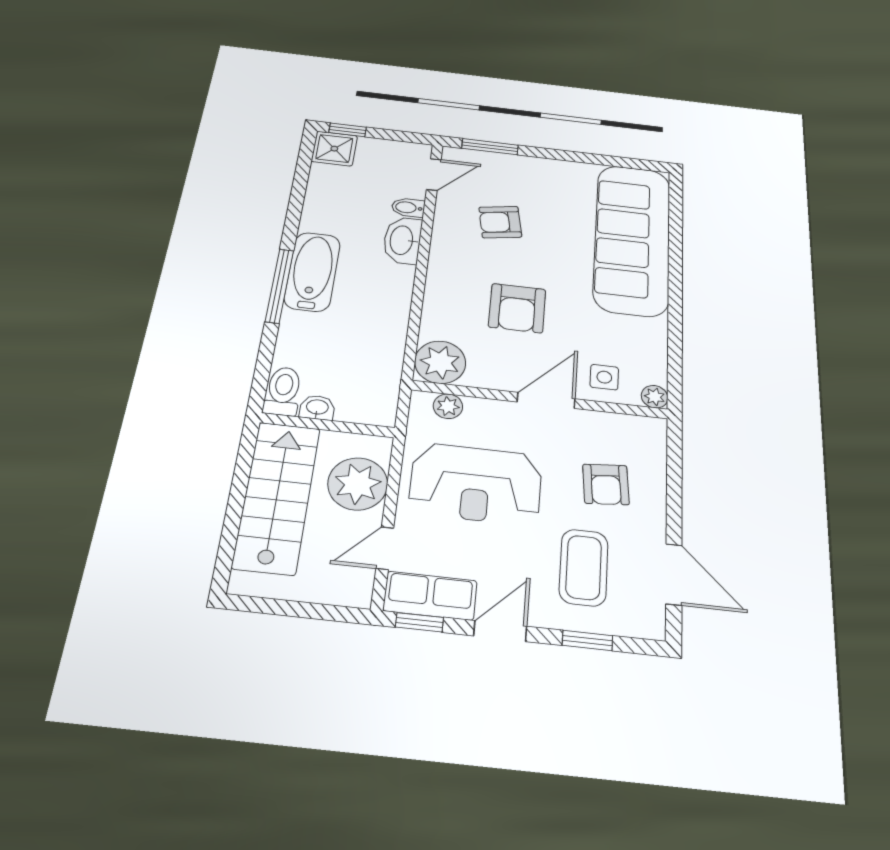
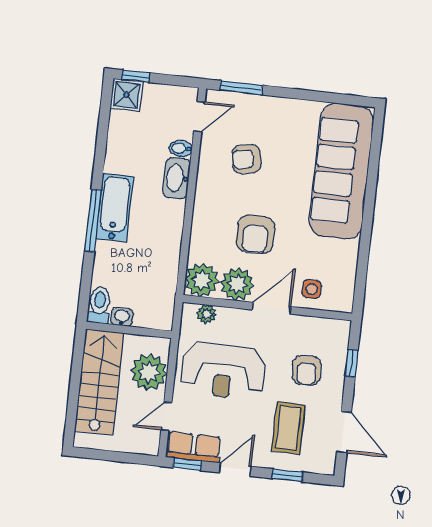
plant: (655, 397) -> (237, 284), moved, width x1.88, depth x1.88
window: (674, 476) -> (352, 363), added

